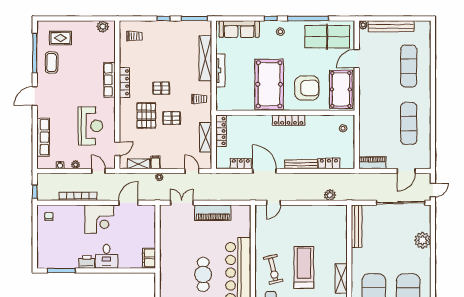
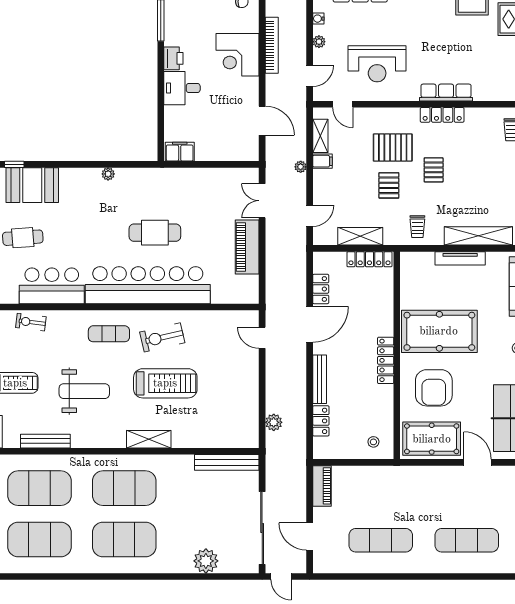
double door: (182, 203) -> (262, 201), swing flipped
corner desk: (99, 219) -> (238, 55), moved

